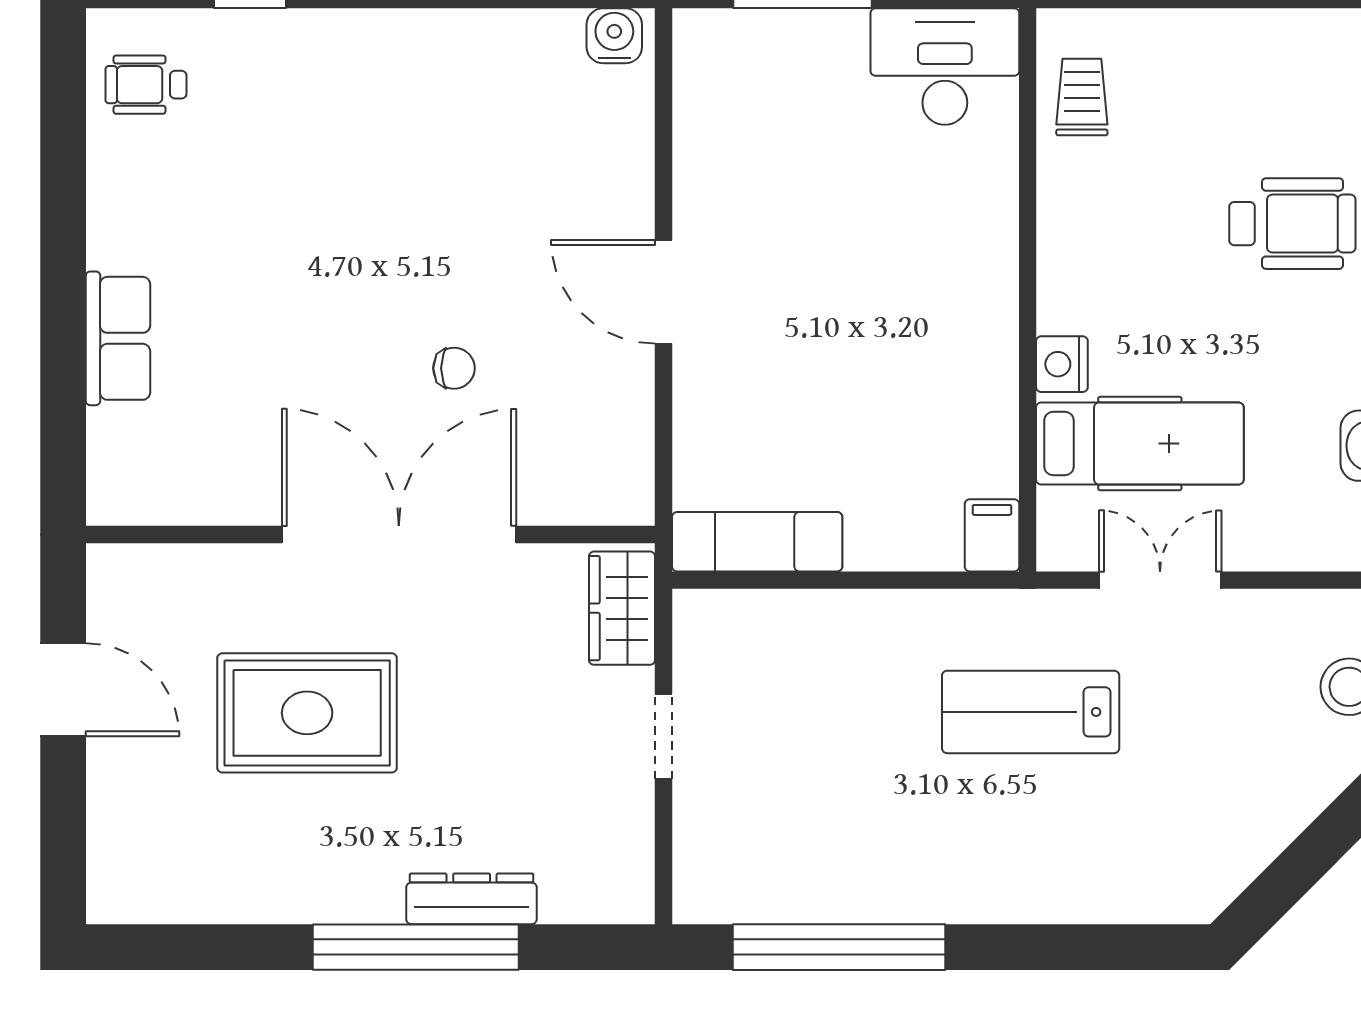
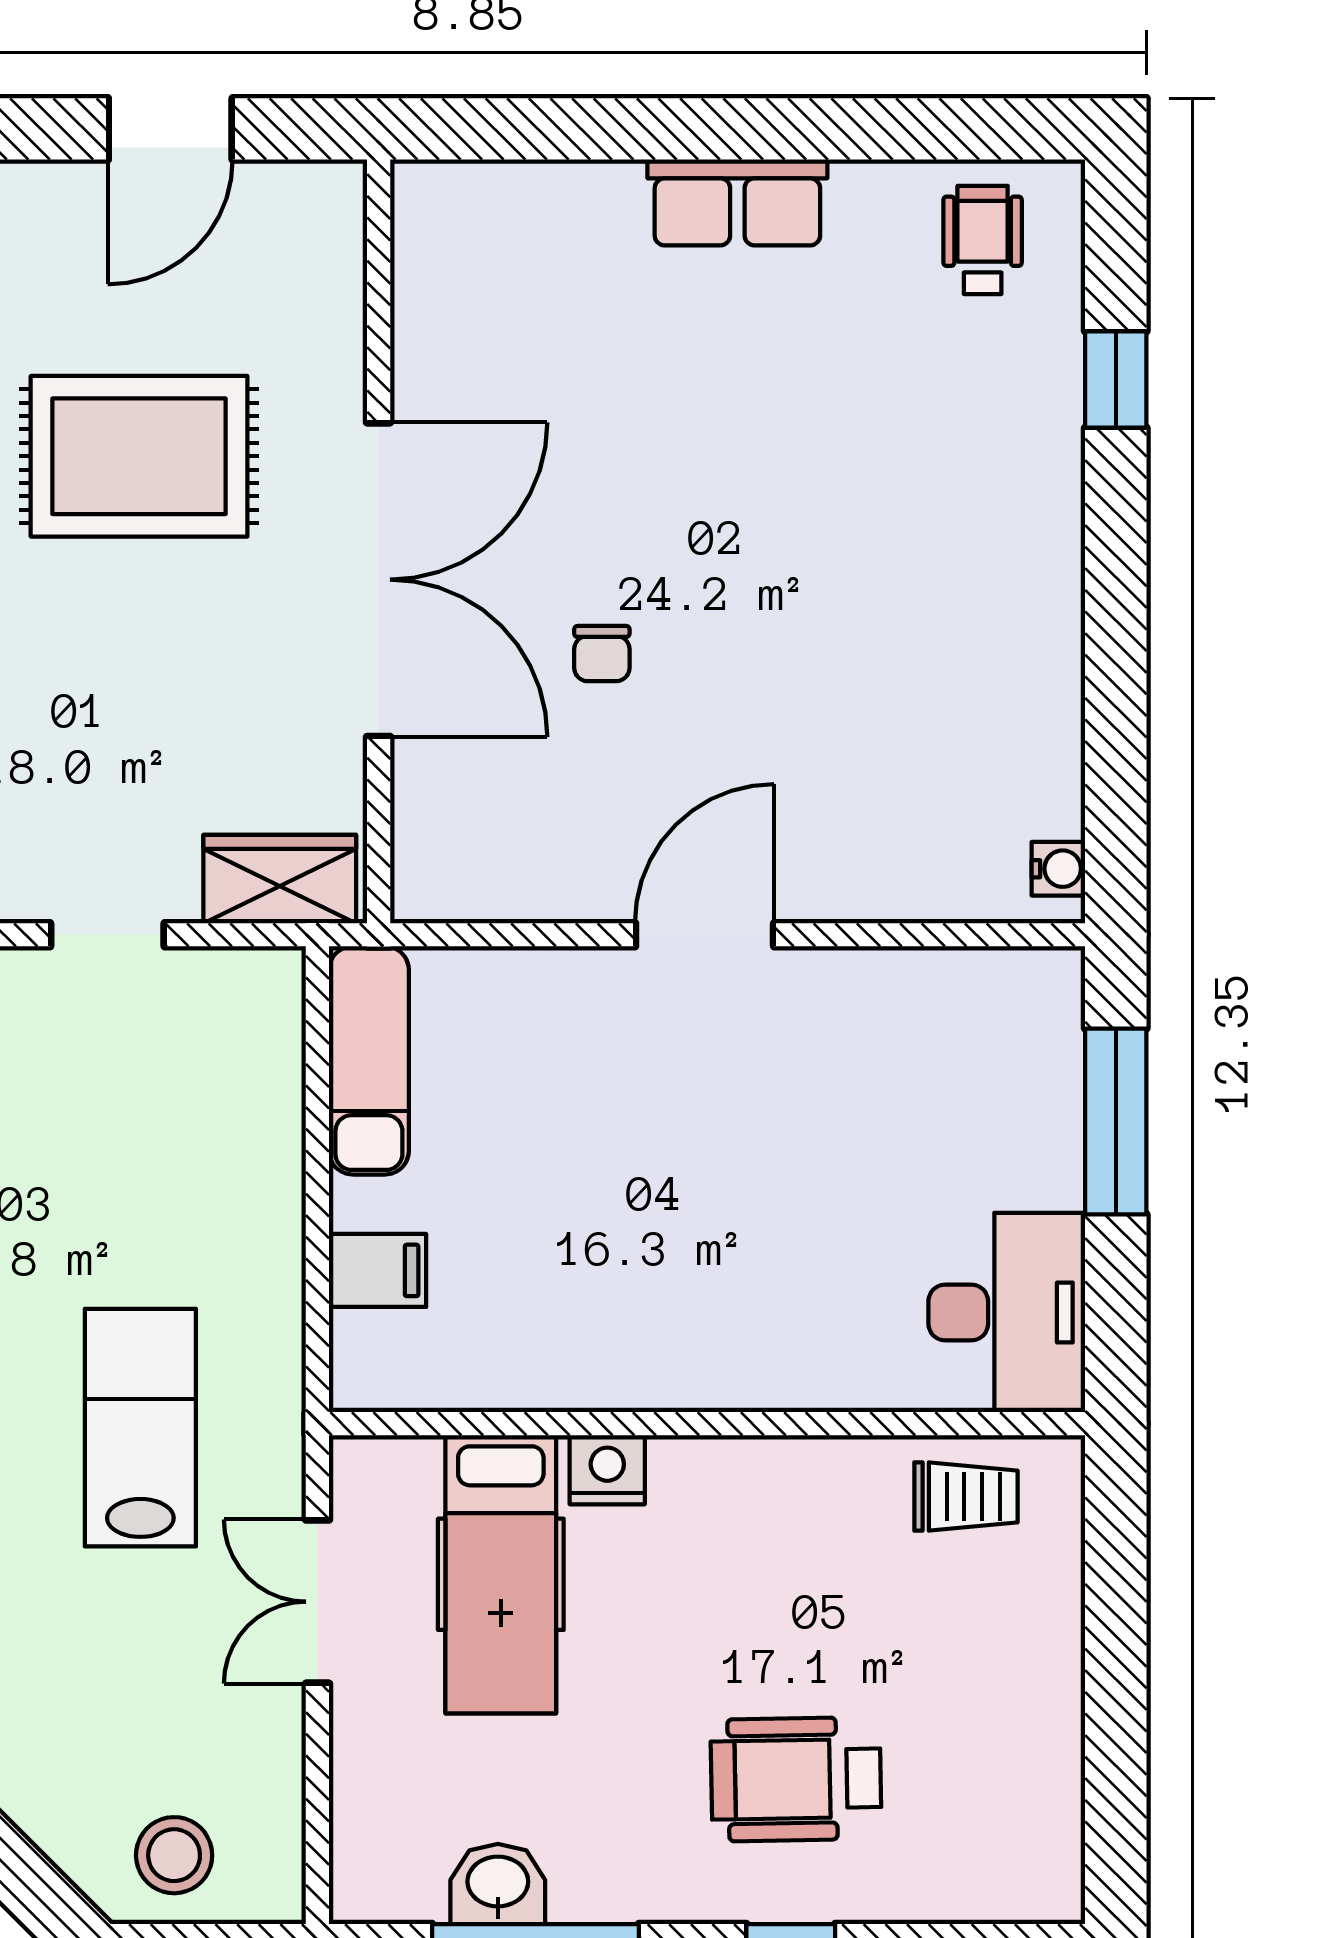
water cooler: (614, 36) -> (1058, 869), width x0.72, depth x0.72
wheelchair: (1292, 224) -> (796, 1779), turned 89
row of seats: (118, 338) -> (737, 202), moved
filing cabinet: (992, 535) -> (378, 1270), moved
double door: (1160, 580) -> (317, 1602), swing flipped
rug: (307, 713) -> (139, 456), turned 90

